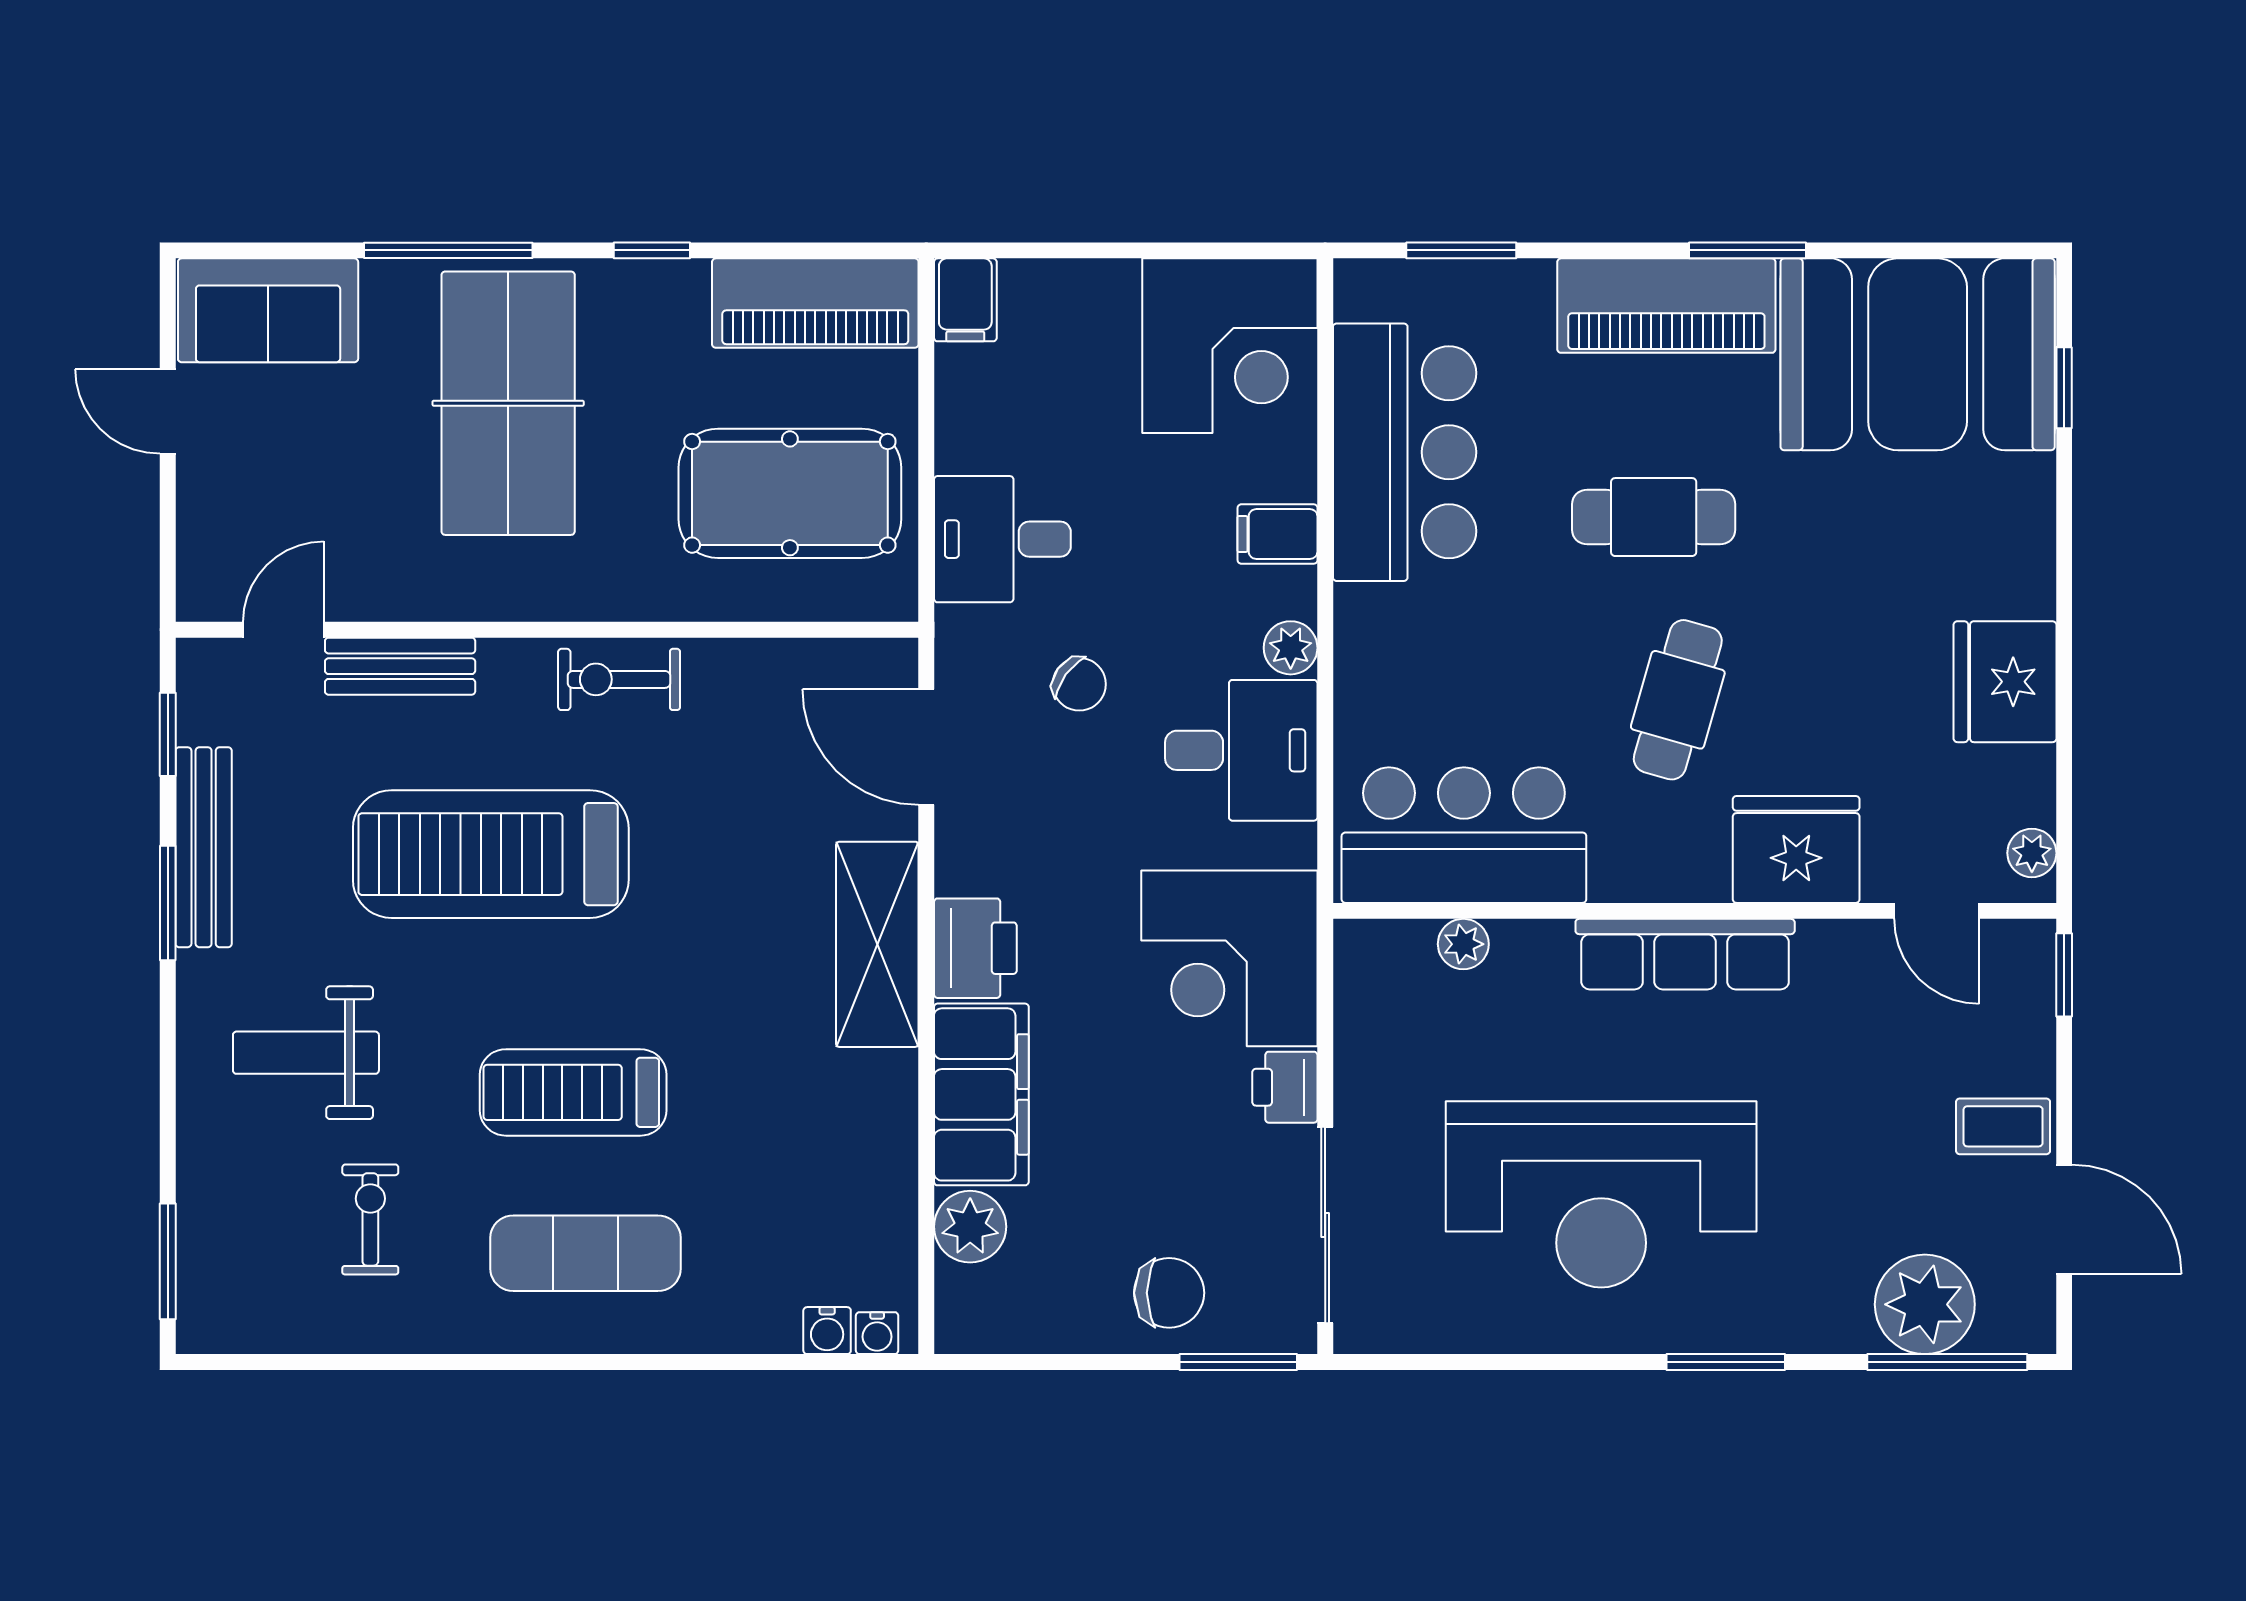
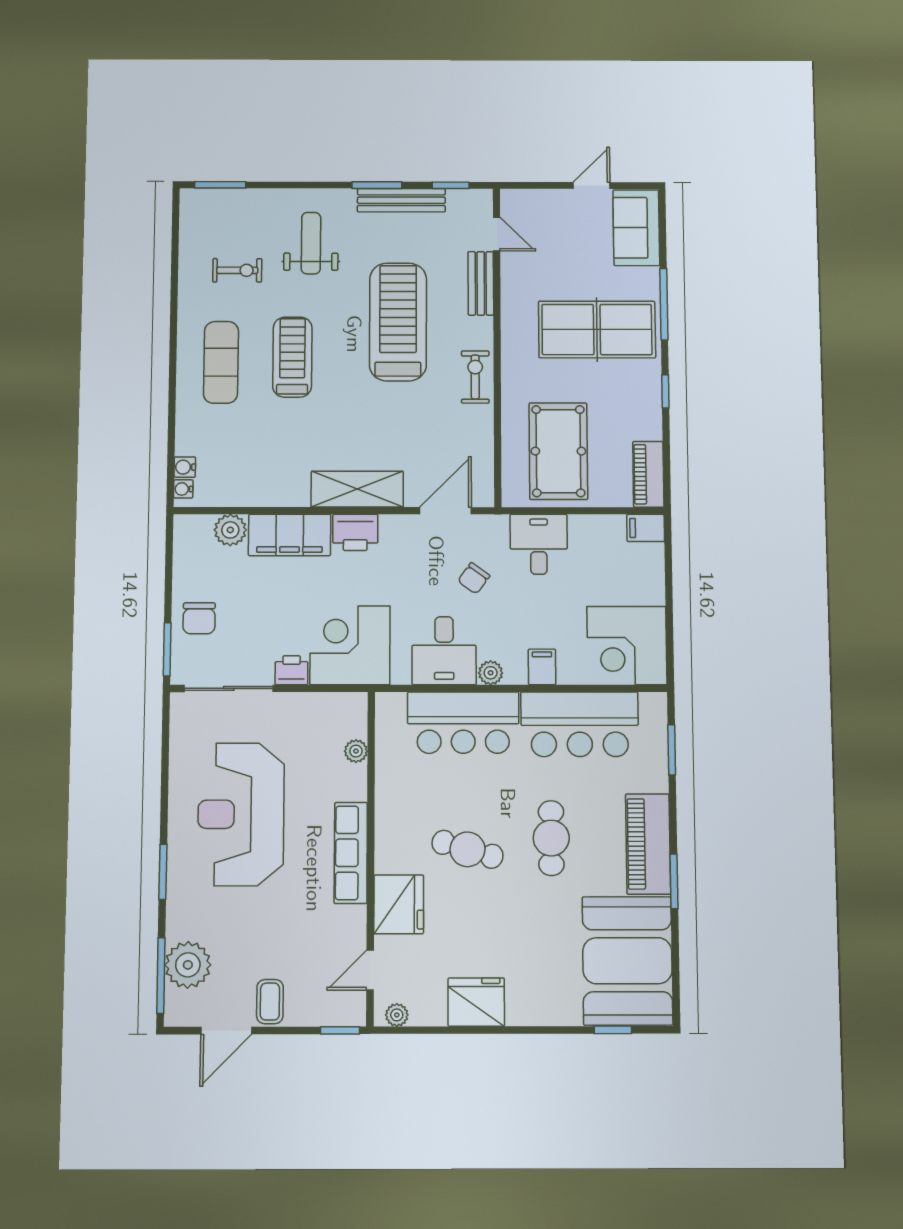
piano: (815, 303) -> (648, 474), width x0.73, depth x0.75
bar counter: (1464, 835) -> (463, 723), moved, turned 90

